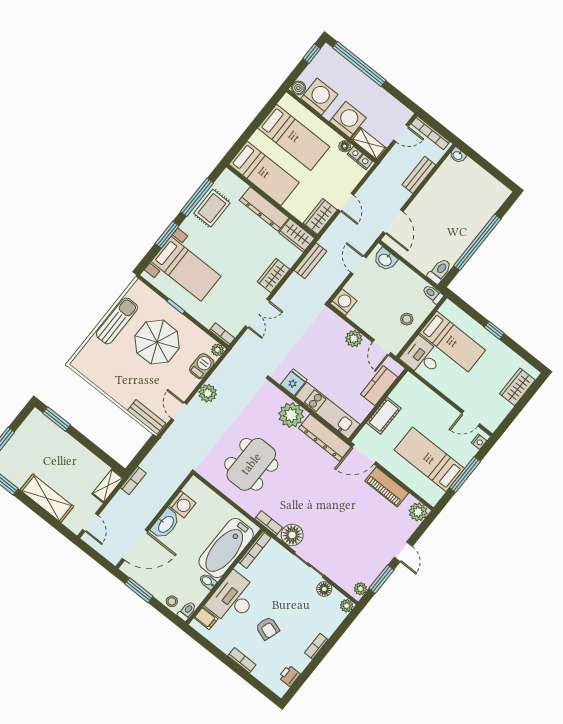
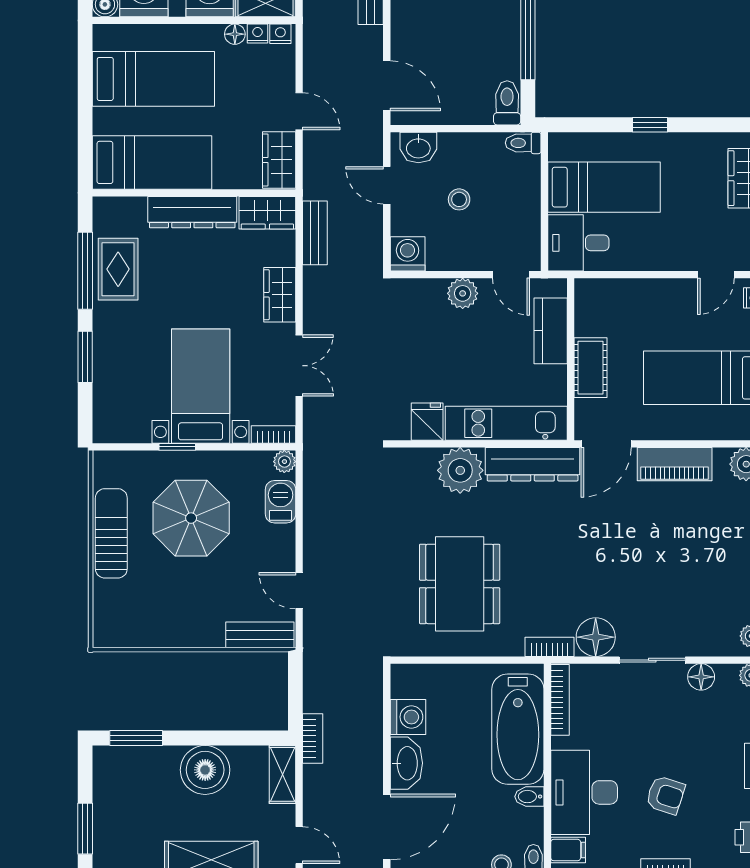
bed with nightstands: (186, 269) -> (201, 386), moved, turned -90
stool: (407, 319) -> (459, 199), moved
plant: (208, 393) -> (319, 533), removed
boiler: (75, 457) -> (205, 770), added

